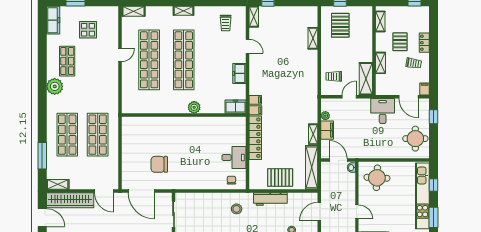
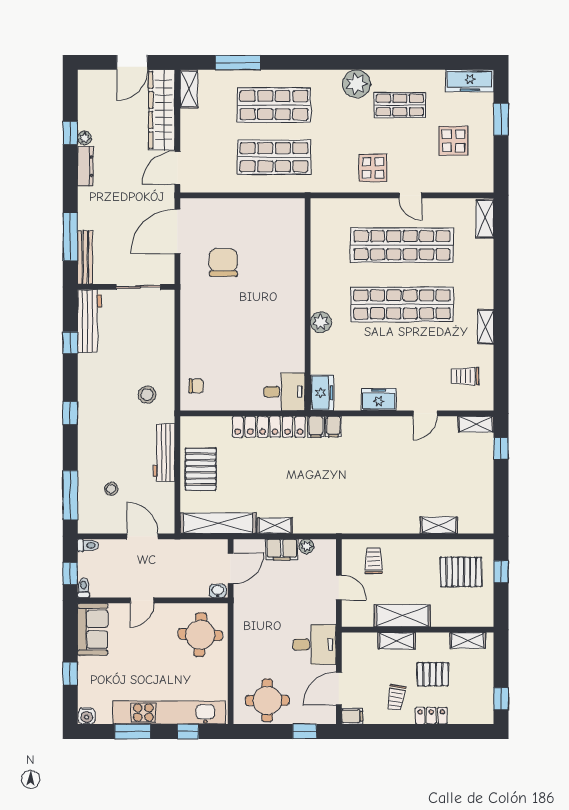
shelving: (183, 11) -> (486, 327), moved
display table: (104, 77) -> (373, 168), added
shelving: (366, 79) -> (402, 616), moved
desk: (234, 158) -> (284, 392), moved, turned -90

